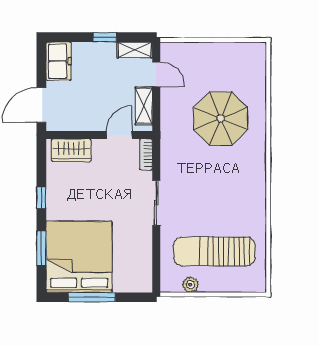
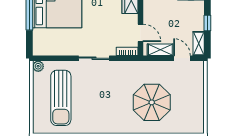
door: (156, 74) -> (182, 58), swing flipped
sun lounger: (214, 251) -> (61, 98), turned 180
plant: (190, 285) -> (38, 66), moved

